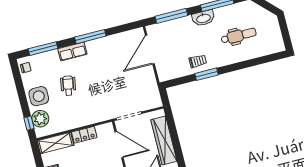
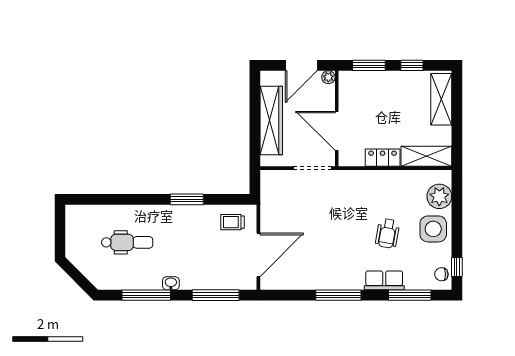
washbasin: (203, 18) -> (171, 283), width x0.52, depth x0.69
dental chair: (239, 36) -> (127, 242), turned 180
row of seats: (72, 51) -> (384, 280), moved
trolley: (198, 61) -> (233, 222), moved
window: (29, 123) -> (457, 267), moved

